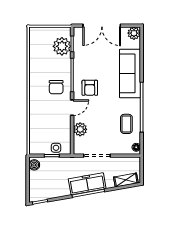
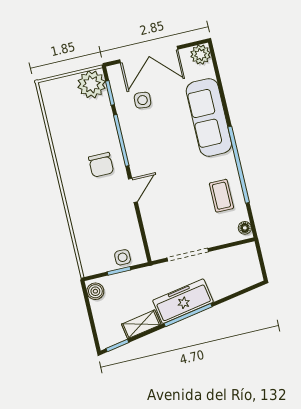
plant: (62, 46) -> (92, 84), moved
side table: (91, 53) -> (143, 100), added
armchair: (90, 88) -> (153, 154), removed
plant: (80, 129) -> (153, 220), removed
shelving: (126, 180) -> (141, 324), moved

